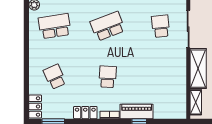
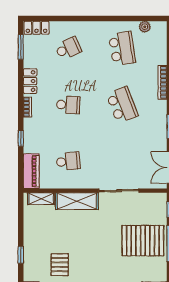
school desk: (161, 26) -> (68, 161), moved
piano: (137, 111) -> (31, 171), moved

